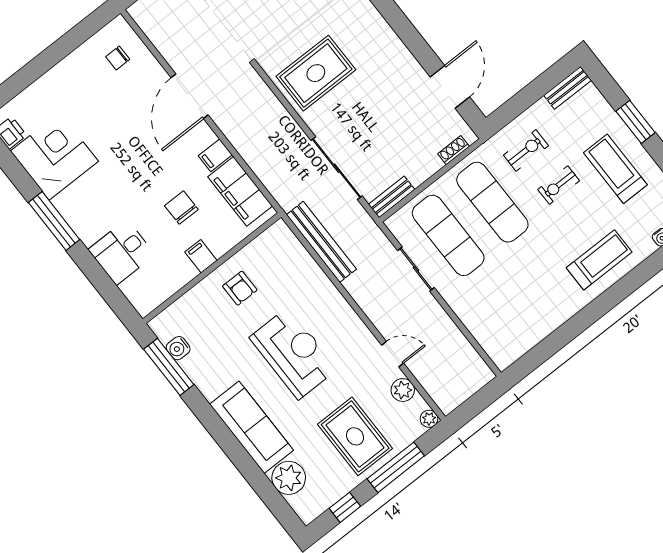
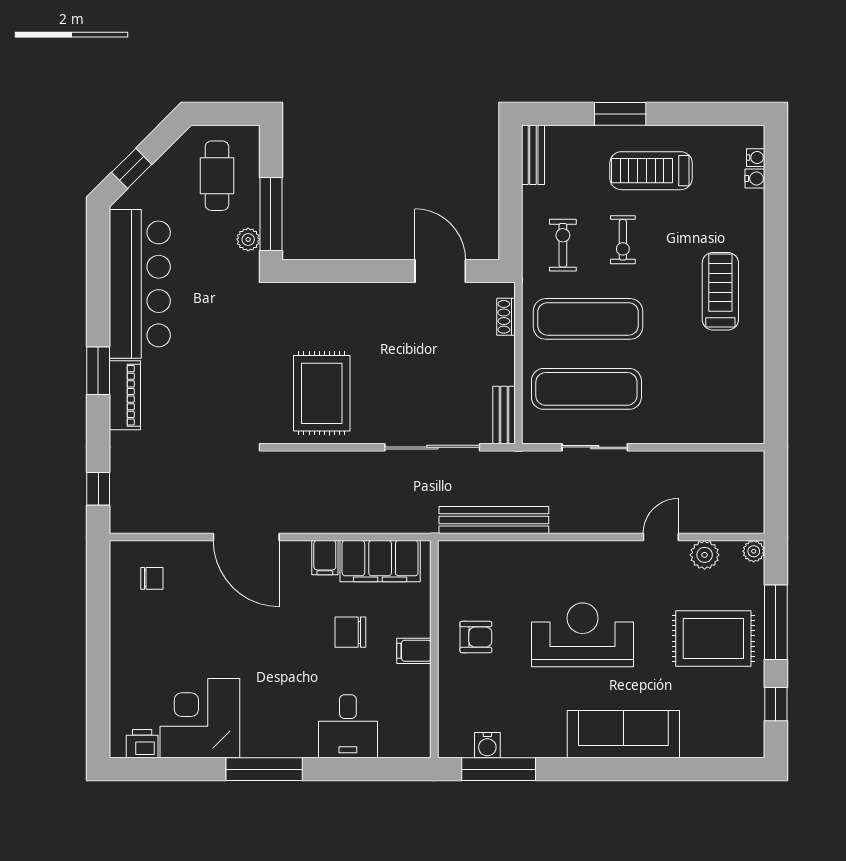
chair: (118, 58) -> (152, 578), turned -90
treadmill: (599, 260) -> (720, 291), moved
plant: (289, 478) -> (703, 737), removed

